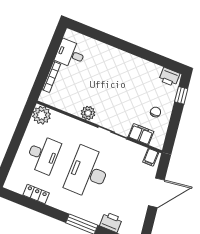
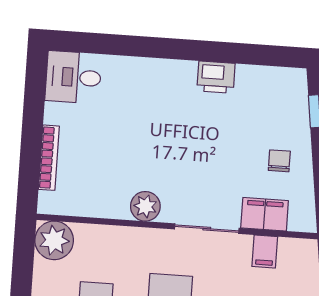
desk: (70, 54) -> (73, 77), moved
printer: (169, 77) -> (216, 77), moved
filing cabinet: (151, 157) -> (265, 252), moved

